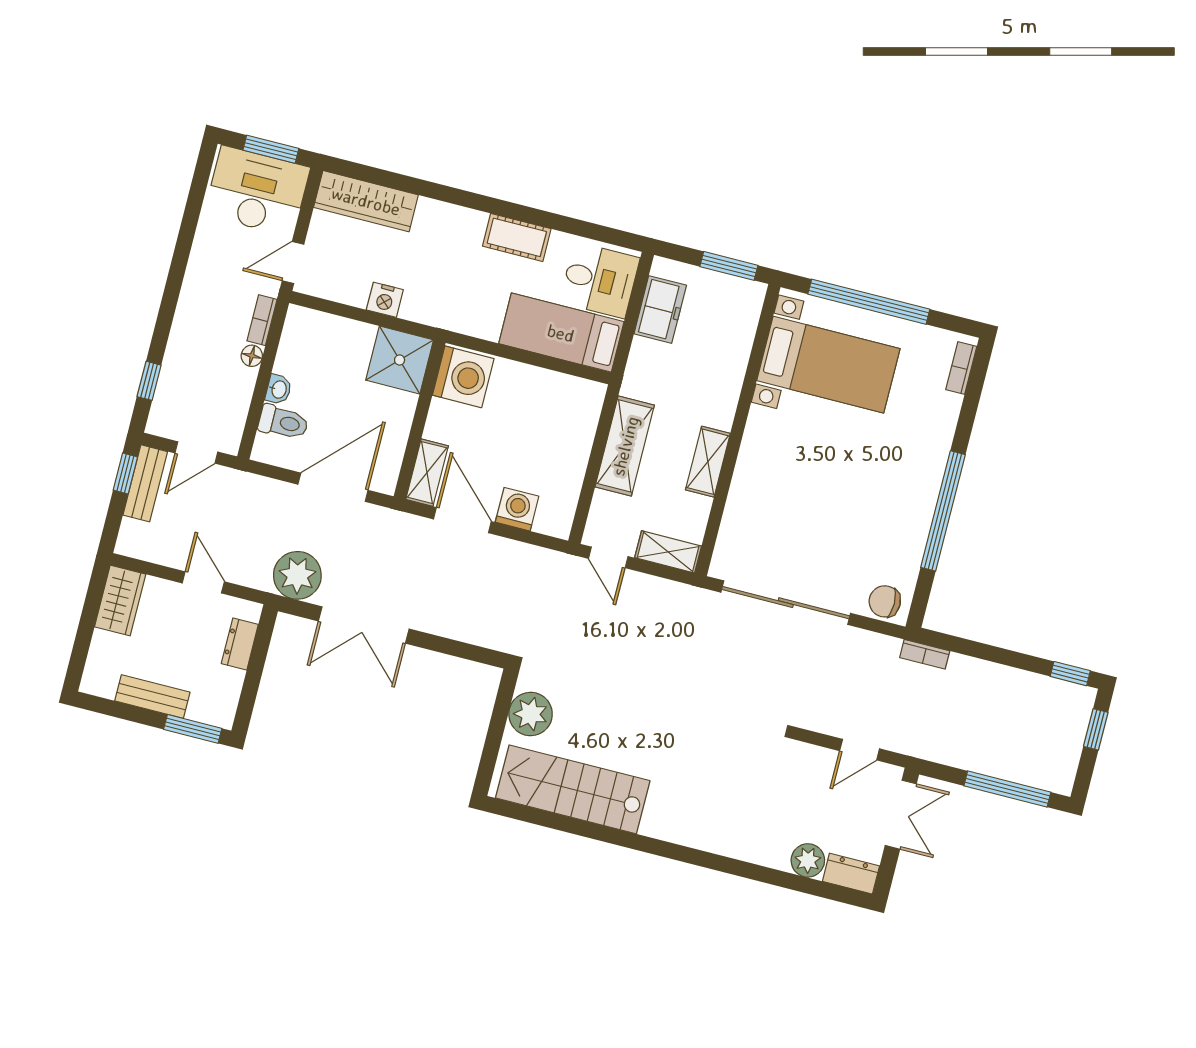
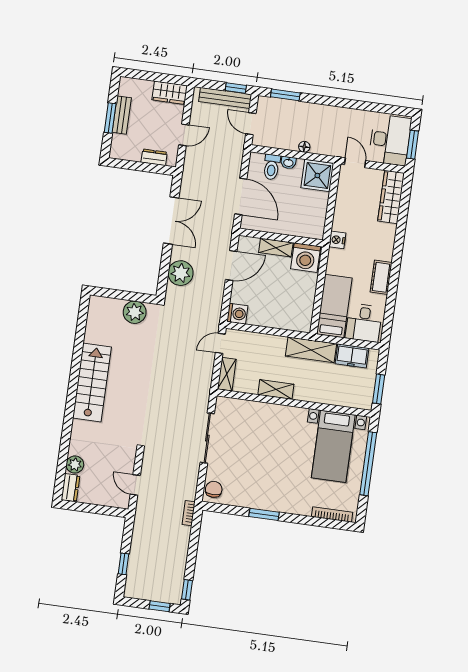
nightstand: (385, 300) -> (337, 240), moved
bookcase: (262, 320) -> (323, 150), removed
shower: (400, 360) -> (317, 176), moved
bookcase: (961, 368) -> (332, 514), width x1.56
window: (149, 381) -> (285, 95), width x1.50
shelving: (625, 446) -> (311, 350), moved
shelving: (427, 473) -> (276, 248), moved
bench: (145, 483) -> (225, 98), width x1.36
washing machine: (517, 509) -> (237, 314), moved
window: (943, 511) -> (264, 514), width x0.47
plant: (297, 575) -> (181, 273), moved
sliding door: (786, 603) -> (207, 438), width x0.73
double door: (364, 625) -> (171, 221), swing flipped
window: (193, 729) -> (110, 118), moved
stairs: (573, 789) -> (92, 382), moved
window: (1007, 789) -> (124, 564), width x0.46
double door: (901, 815) -> (104, 510), removed

